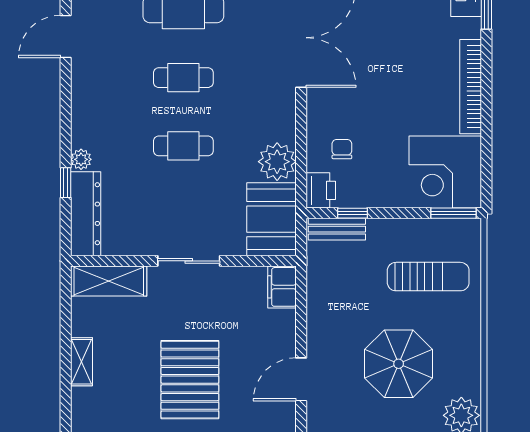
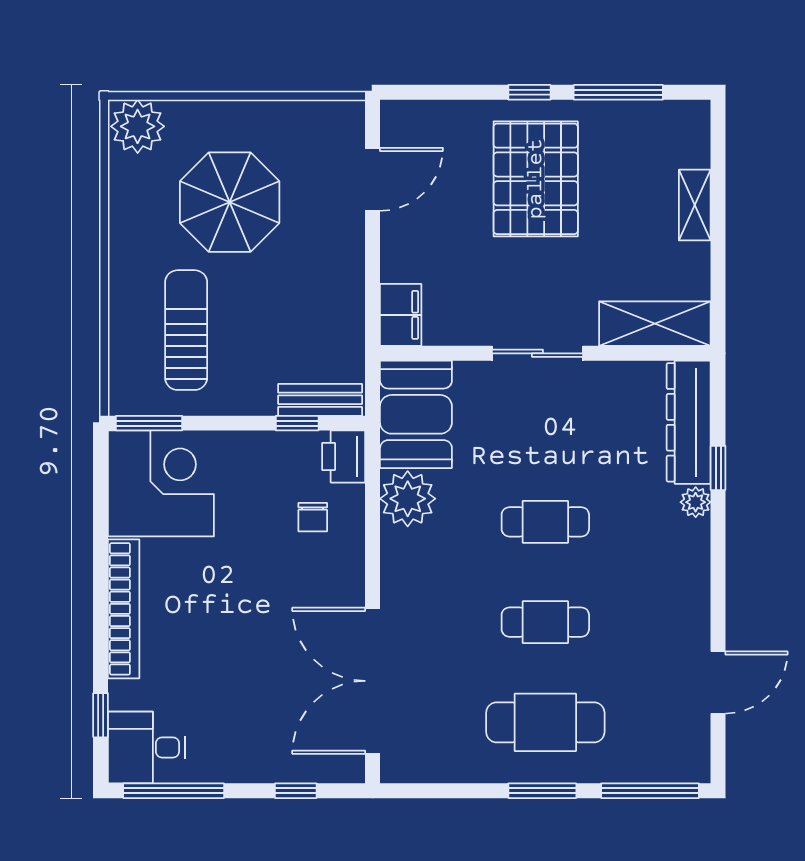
sun lounger: (428, 277) -> (186, 330), turned 90

